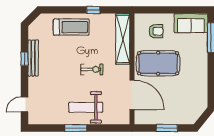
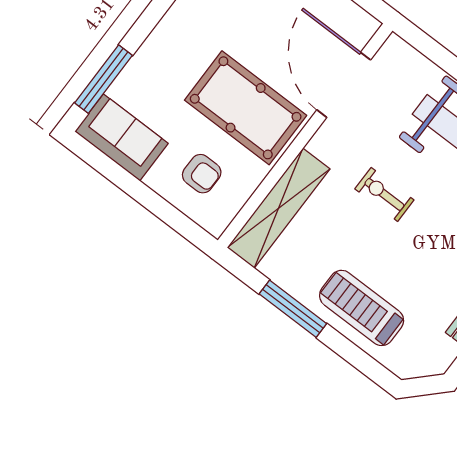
window: (93, 10) -> (293, 309), width x2.17
armchair: (156, 31) -> (202, 174), turned 180

